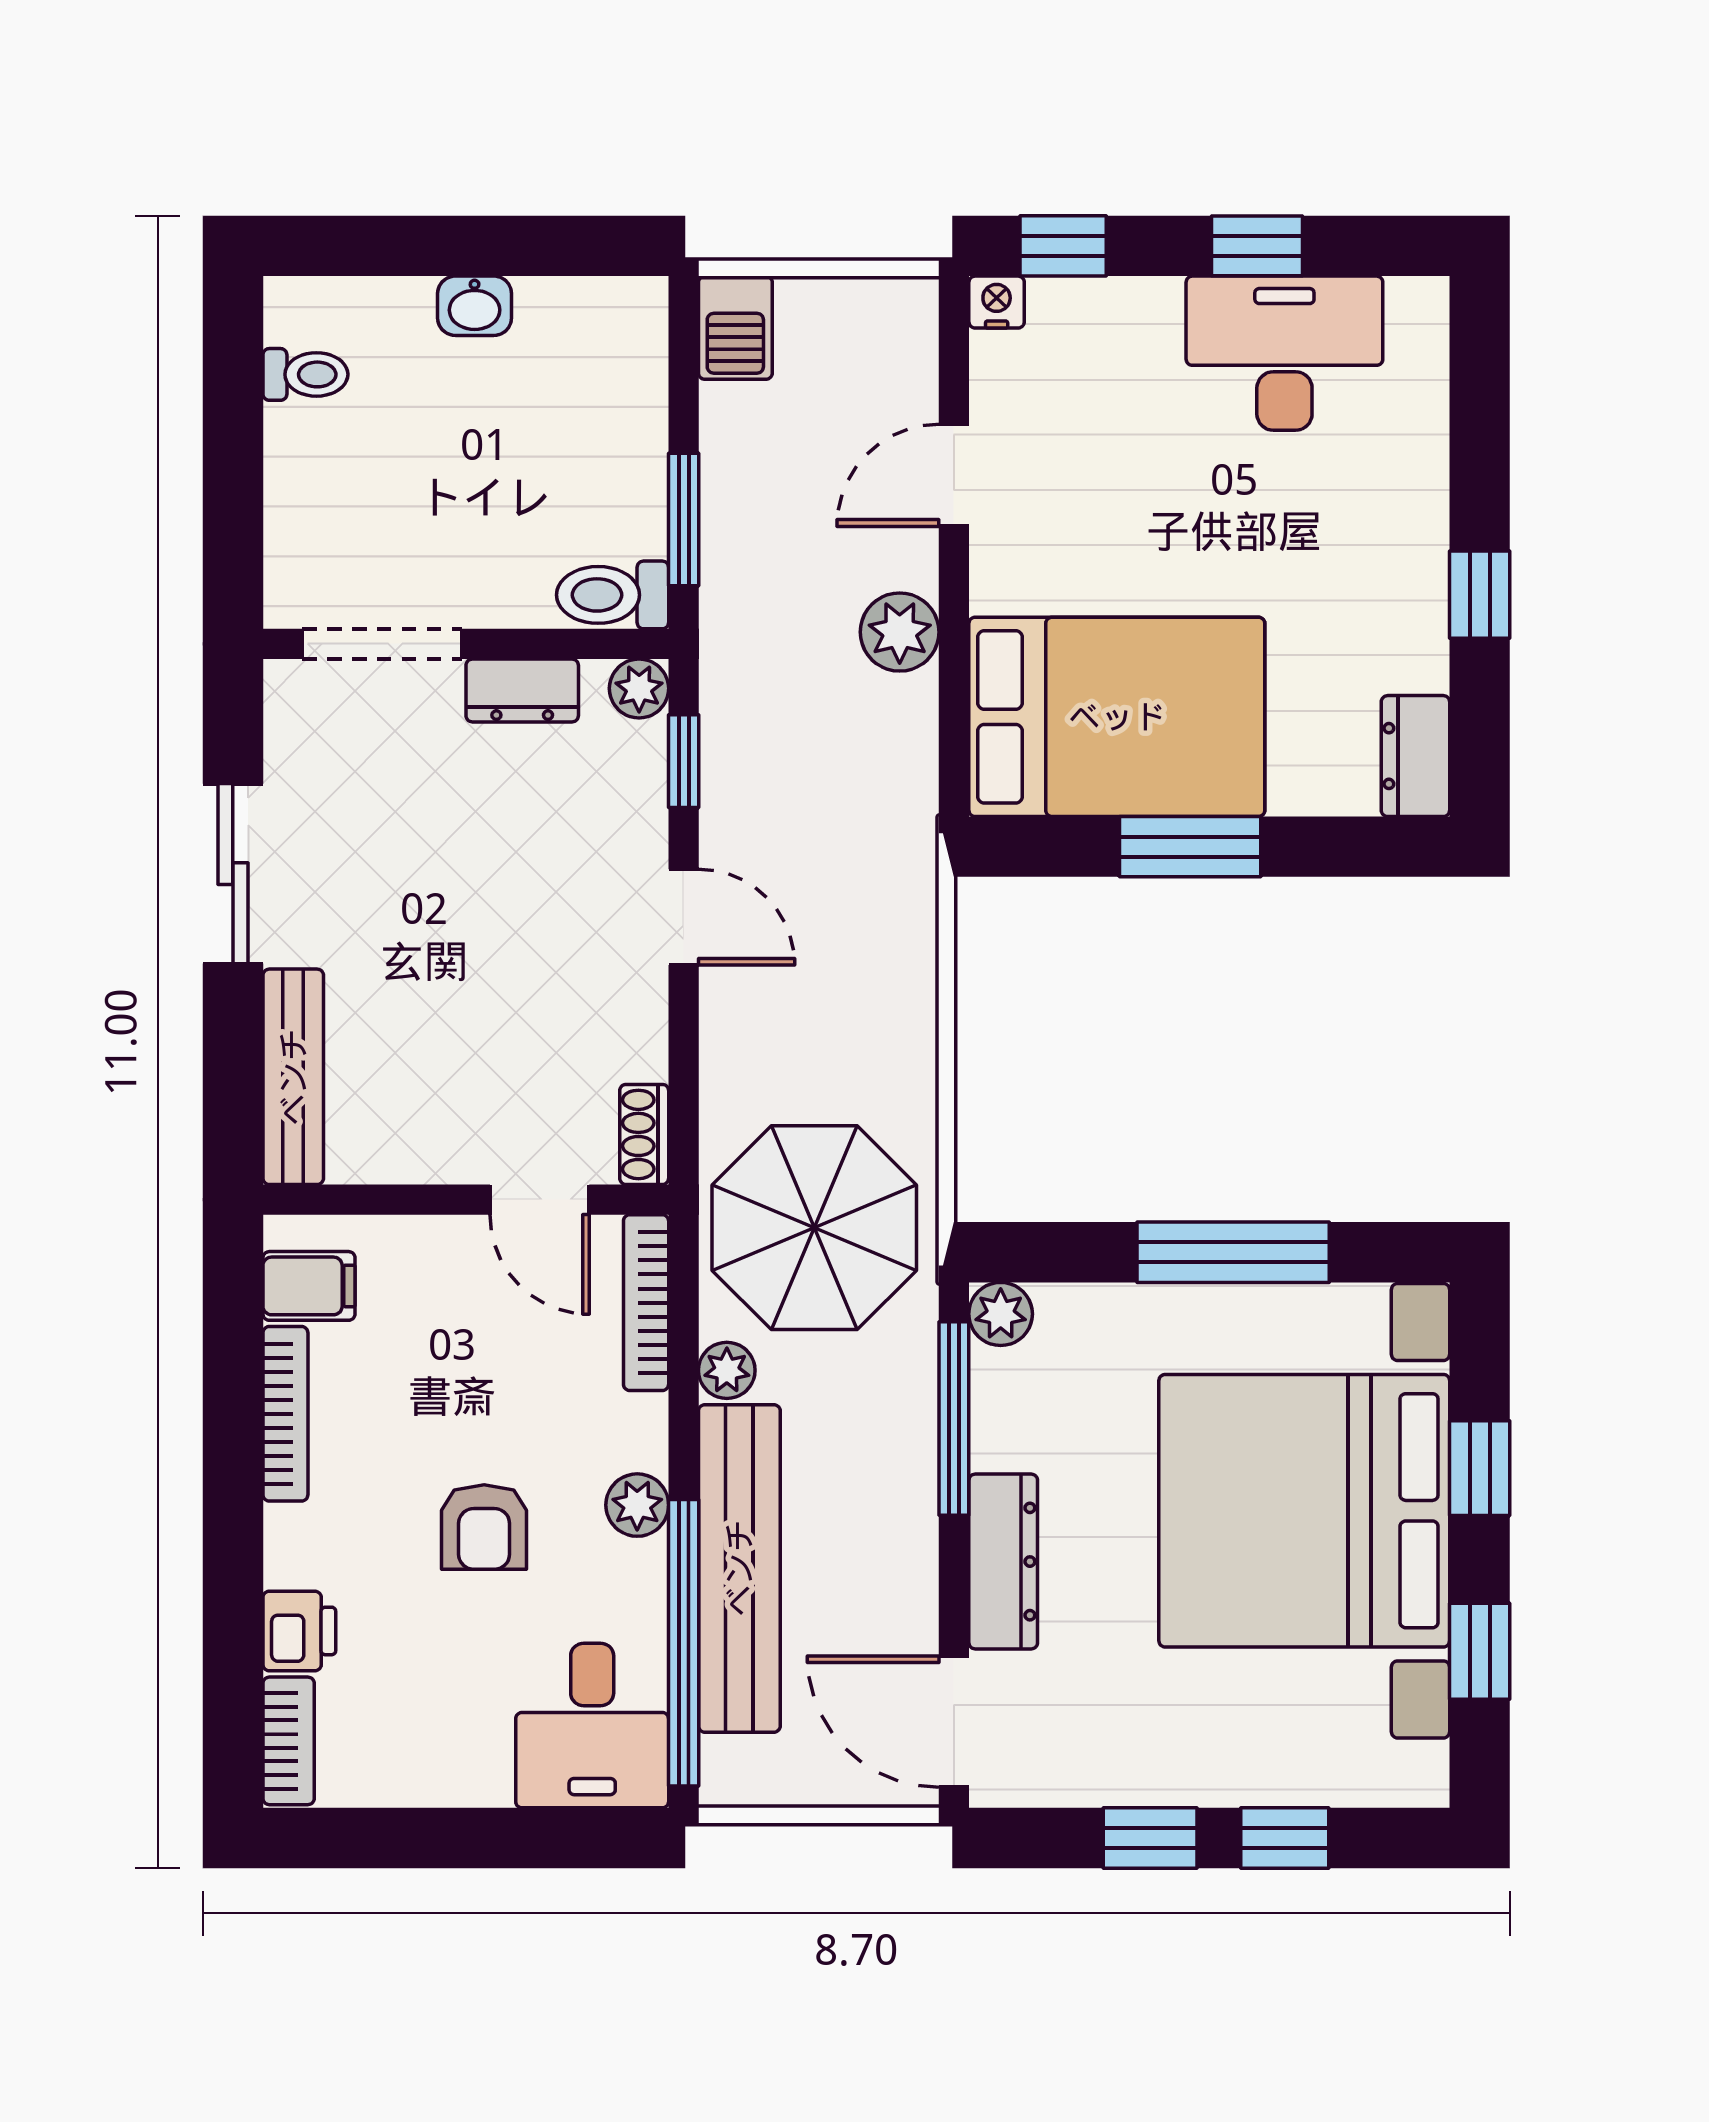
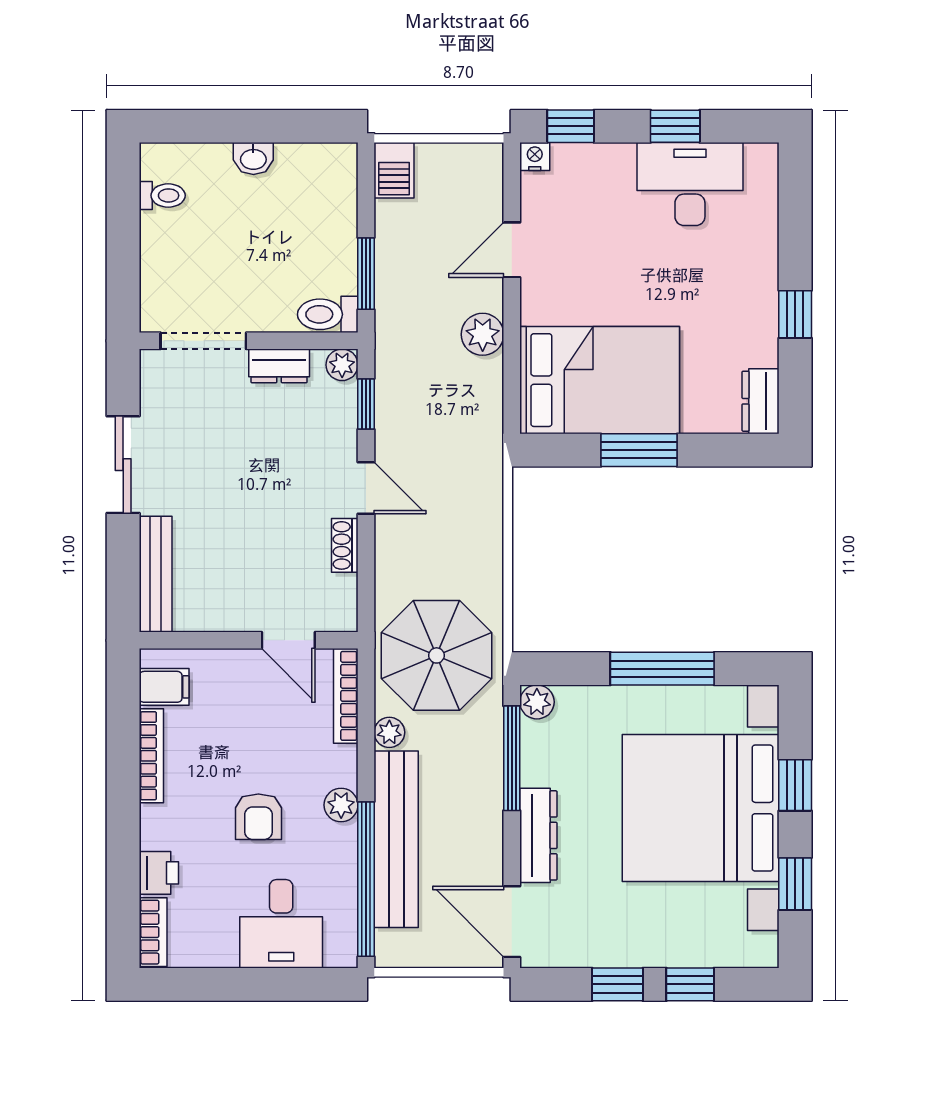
shoe rack: (644, 1134) -> (345, 545), moved
desk: (592, 1726) -> (281, 924), moved

